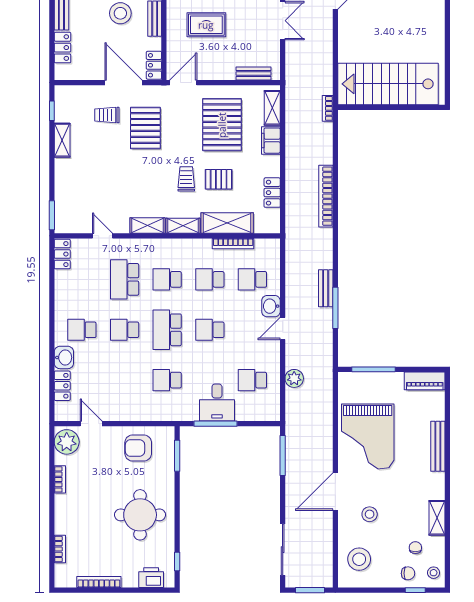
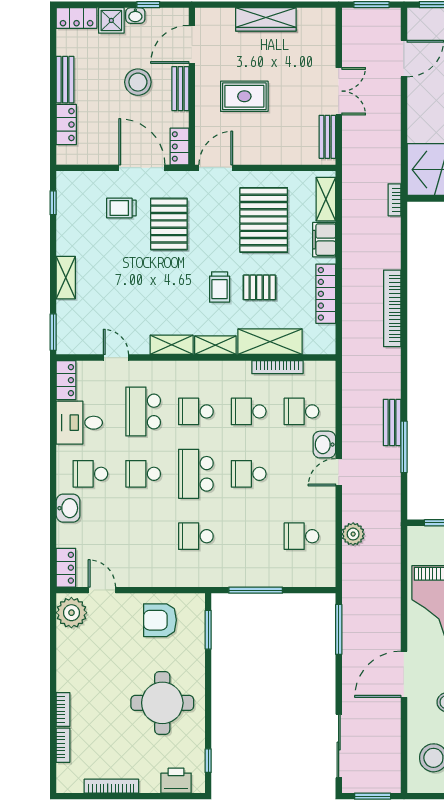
bench: (253, 73) -> (327, 137), moved, turned 90
shelving: (62, 140) -> (66, 278), moved
trolley: (186, 179) -> (220, 287), turned 180
locker: (272, 193) -> (326, 294), width x1.53
locker: (62, 386) -> (66, 568), moved
desk: (217, 403) -> (79, 423), moved, turned 90
bookcase: (60, 479) -> (63, 710), moved

